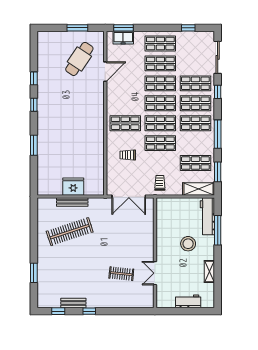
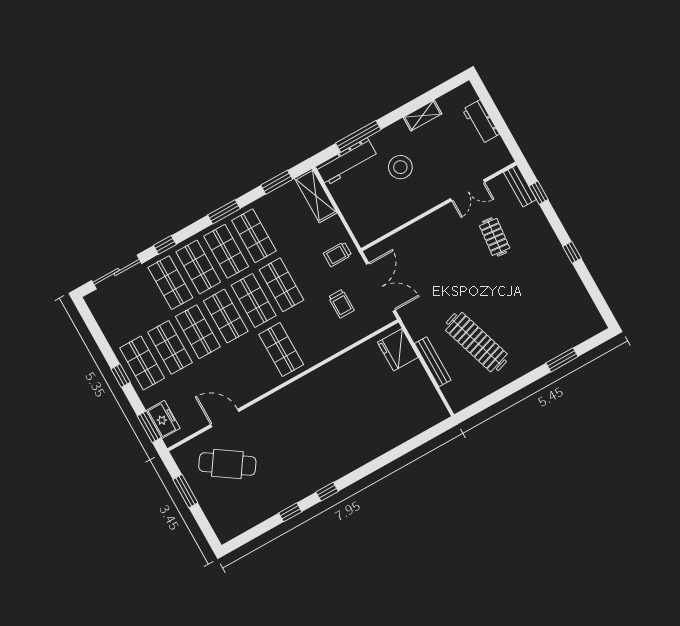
window: (188, 28) -> (121, 376), moved
window: (218, 134) -> (224, 212), width x0.69
window: (34, 145) -> (384, 460), removed
trolley: (128, 155) -> (341, 304), moved
shop shelf: (195, 163) -> (254, 236), moved
fridge: (73, 187) -> (398, 350), moved
bench: (73, 303) -> (520, 186), moved
window: (58, 311) -> (538, 193), moved

